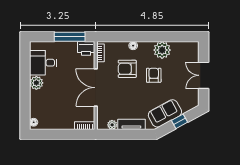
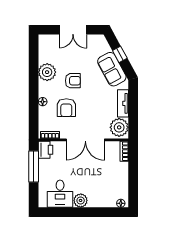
armchair: (154, 75) -> (73, 81), turned 180
plant: (112, 125) -> (119, 127), width x1.87, depth x1.87

